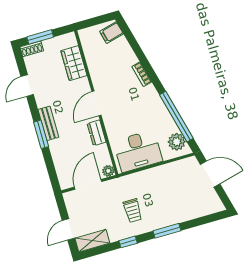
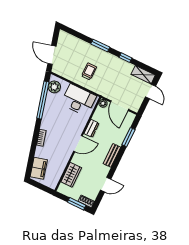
filing cabinet: (111, 33) -> (39, 168), width x2.00
window: (41, 134) -> (128, 137), moved
door: (88, 184) -> (120, 106), hinge flipped
trolley: (133, 211) -> (89, 71), moved
door: (68, 229) -> (150, 91), hinge flipped

